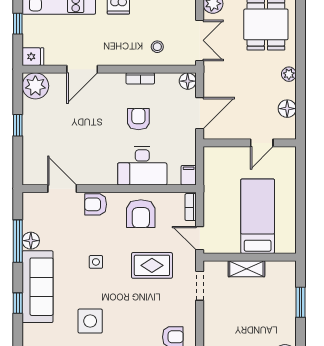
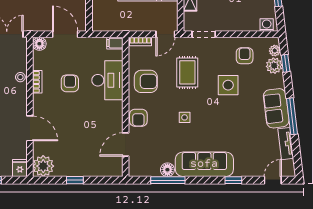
stool: (157, 47) -> (20, 77), moved
armchair: (138, 119) -> (70, 83), turned 90
window: (18, 303) -> (233, 180), moved
side table: (90, 321) -> (228, 85), moved

